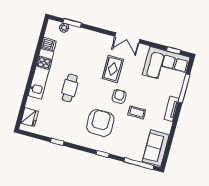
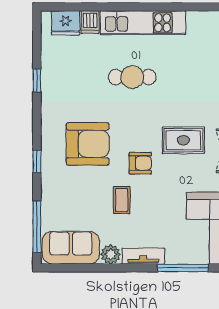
dishwasher: (49, 44) -> (90, 22), moved
plant: (166, 127) -> (111, 254), added

